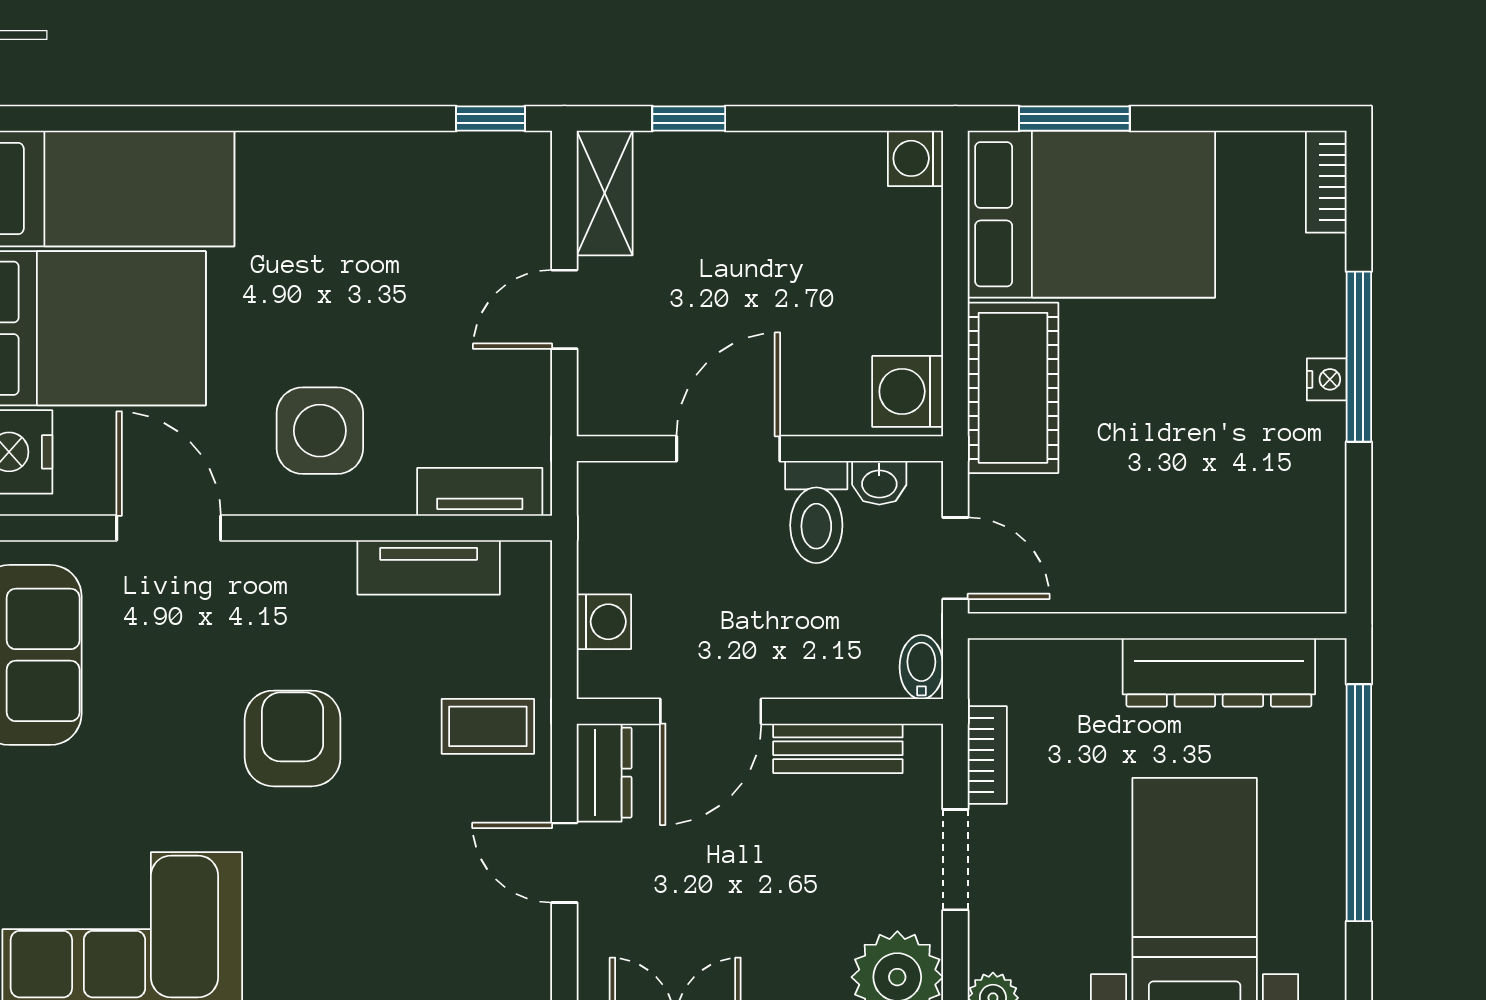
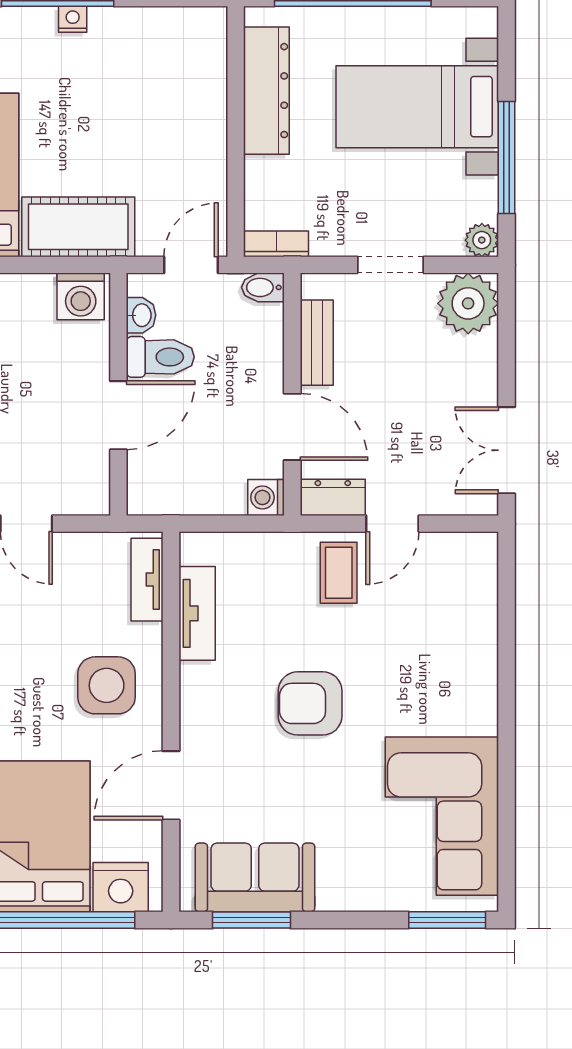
door: (728, 449) -> (118, 415), swing flipped
washing machine: (604, 622) -> (266, 497), moved, turned -90
coffee table: (488, 726) -> (339, 573), moved
bookcase: (987, 755) -> (276, 244), moved

